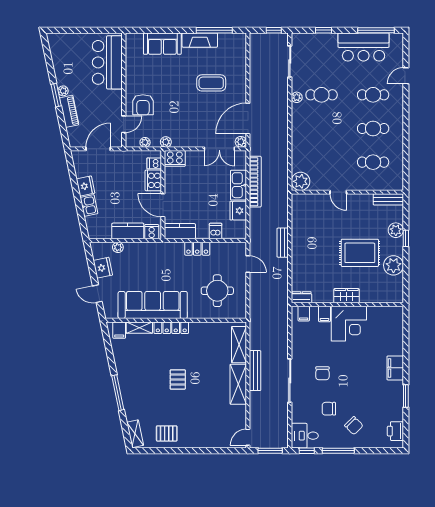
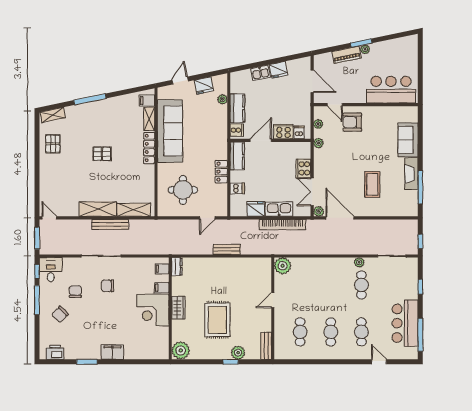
cooker: (175, 158) -> (303, 168), moved
plant: (393, 265) -> (181, 351), moved

